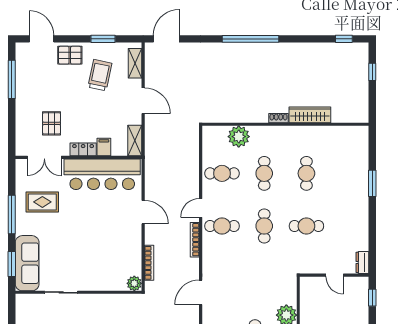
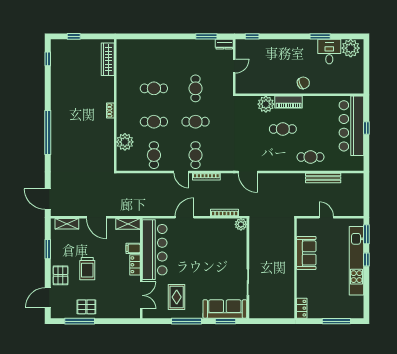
trolley: (100, 75) -> (87, 269), moved, turned -102
door: (143, 101) -> (97, 217), swing flipped
wardrobe: (310, 115) -> (108, 59), moved
pallet: (52, 123) -> (86, 307), moved
window: (372, 183) -> (206, 36), moved

